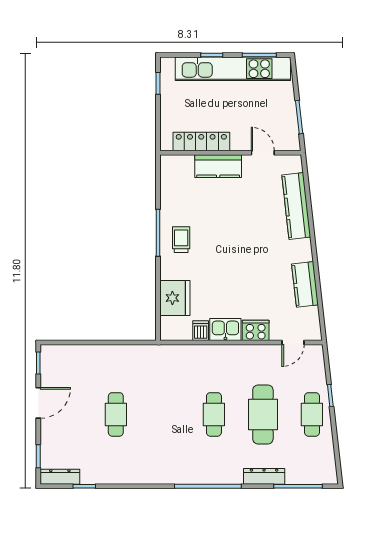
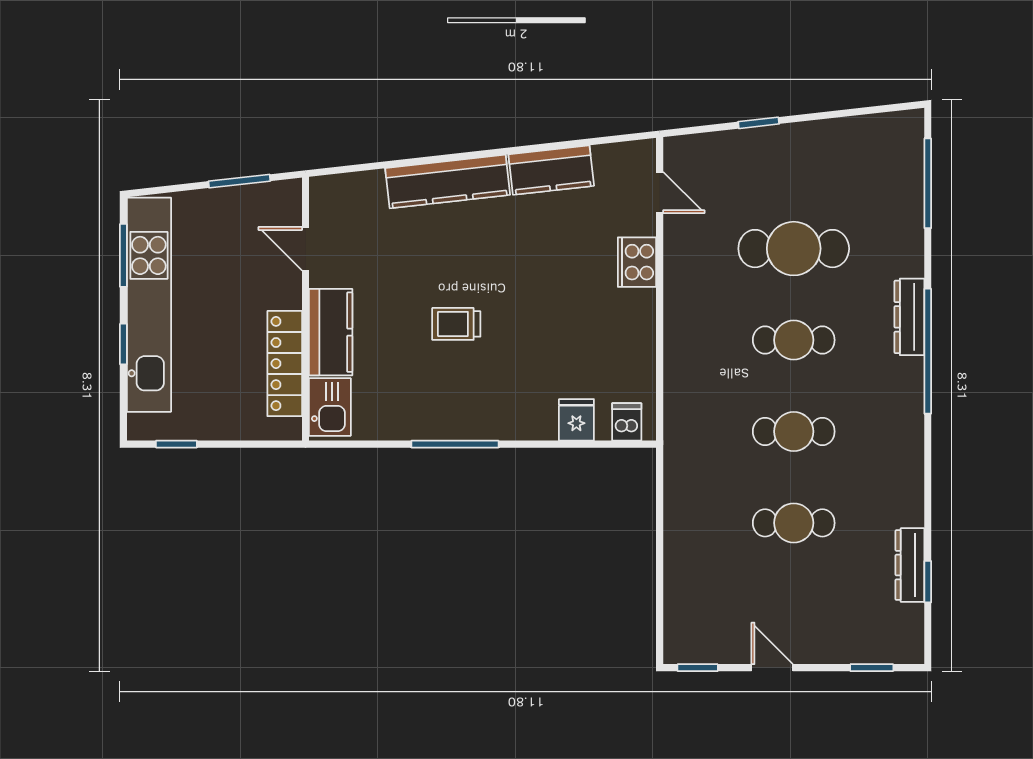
door: (263, 153) -> (306, 249), hinge flipped
kitchen counter: (296, 206) -> (448, 182), moved
trolley: (181, 240) -> (456, 324), moved
fridge: (175, 298) -> (576, 420), width x0.53, depth x0.75
kitchen sink: (225, 329) -> (330, 407), moved, turned 180
dishwasher: (201, 331) -> (627, 422), moved, turned 90
door: (38, 403) -> (772, 668), width x0.73
cafe table: (312, 414) -> (794, 431), moved
dresser: (264, 476) -> (909, 317), moved
dresser: (60, 477) -> (910, 565), moved

